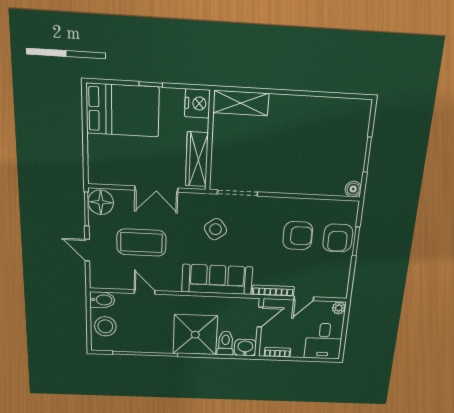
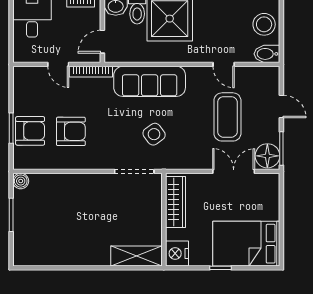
double door: (156, 189) -> (234, 171), moved
armchair: (298, 236) -> (71, 131), turned 180
armchair: (338, 238) -> (30, 131), turned 90
coffee table: (141, 243) -> (227, 117), turned 90
door: (304, 298) -> (58, 64), swing flipped
plant: (339, 308) -> (20, 55), removed

